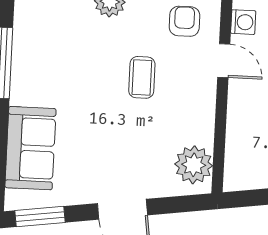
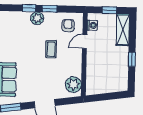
door: (224, 61) -> (85, 41), swing flipped

